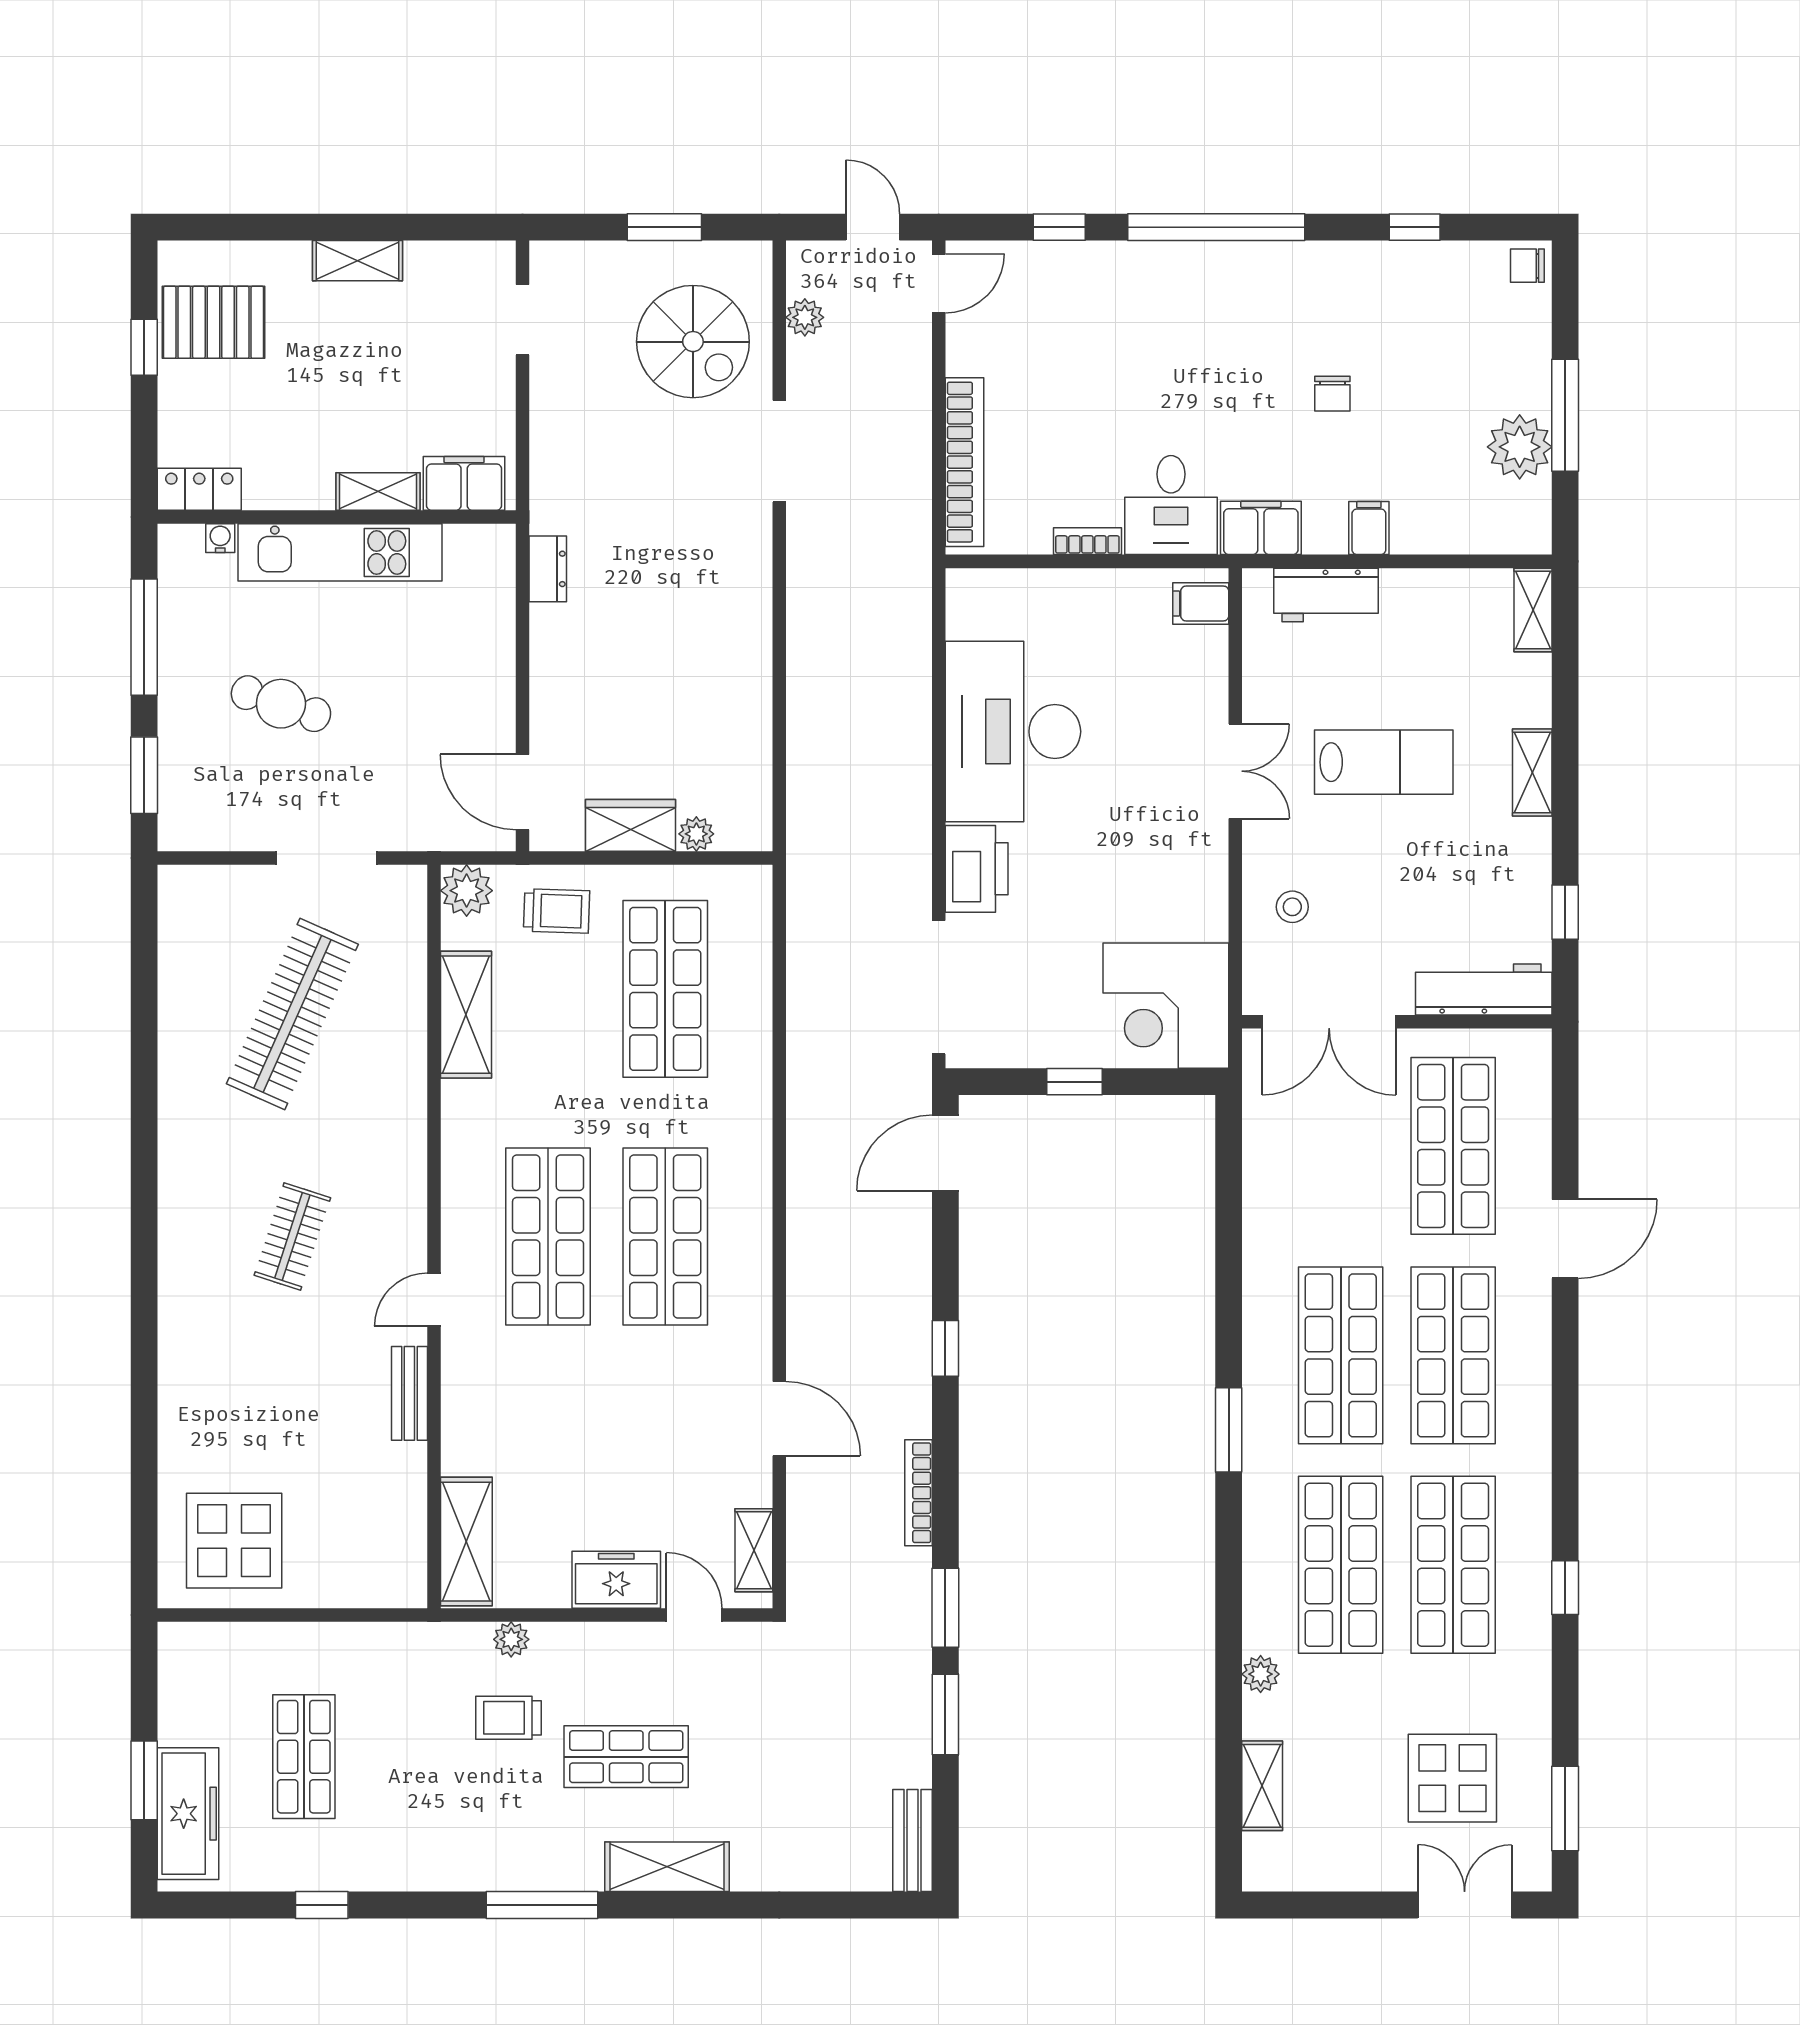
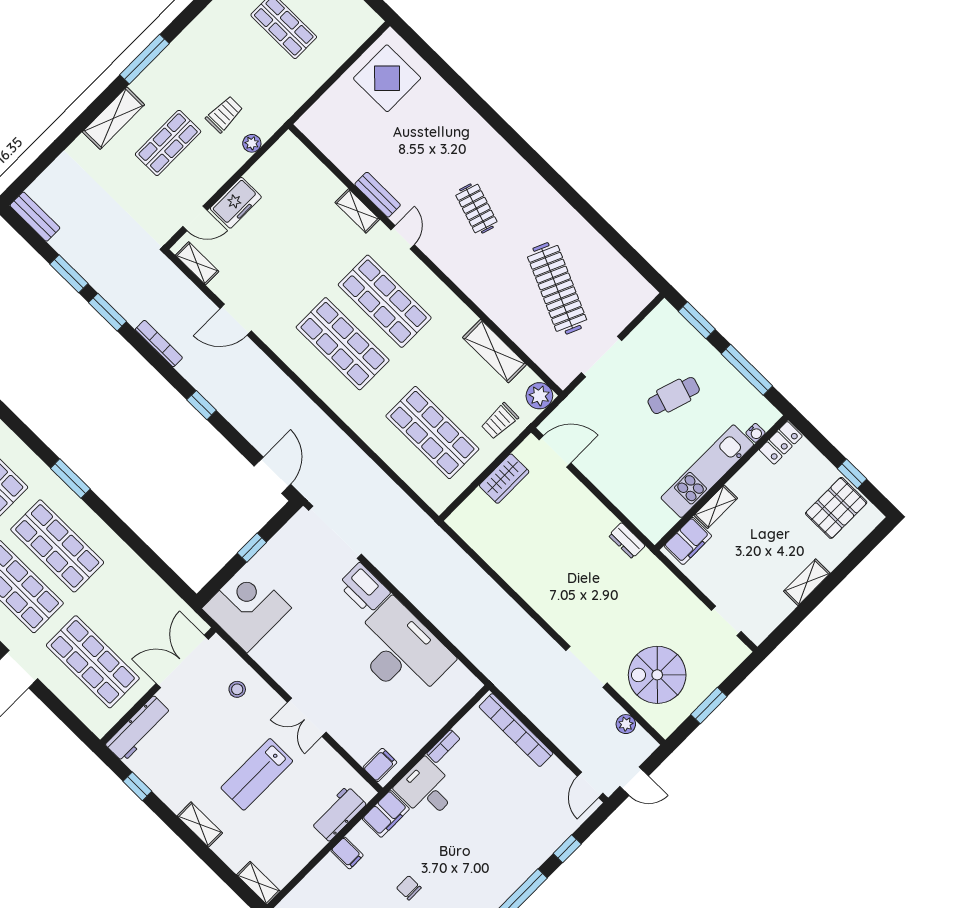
plant: (696, 834) -> (477, 499), removed
shelving: (466, 1542) -> (357, 211), moved, width x0.67, depth x0.75

